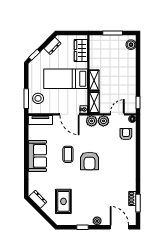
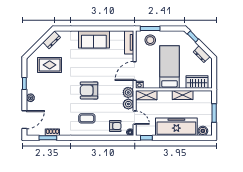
freezer: (127, 72) -> (176, 127), added
shelving: (94, 80) -> (183, 95), moved
coffee table: (68, 154) -> (87, 118), moved

